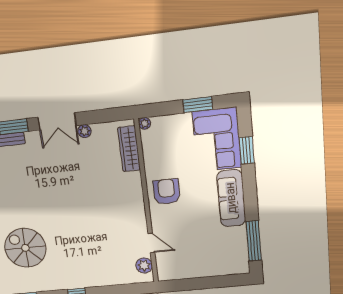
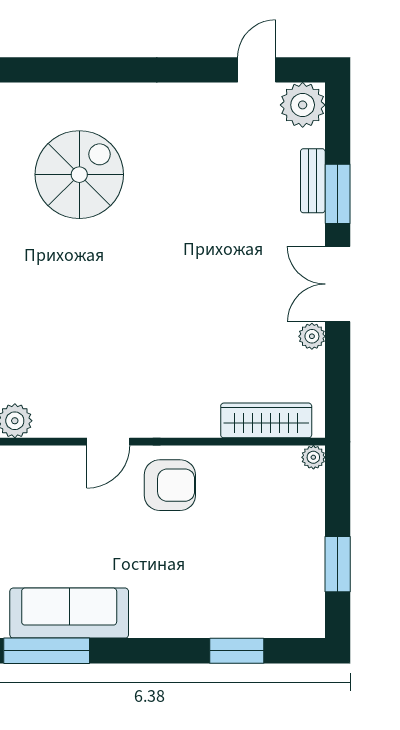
corner sofa: (217, 140) -> (264, 595), removed
sofa: (231, 198) -> (69, 613), moved
door: (151, 243) -> (108, 442), moved

